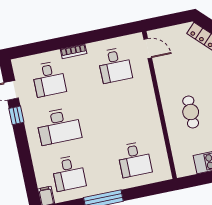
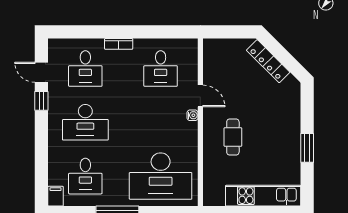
door: (148, 49) -> (200, 96), moved
water cooler: (151, 100) -> (192, 115), added
desk: (134, 159) -> (161, 176), width x1.87, depth x1.30

